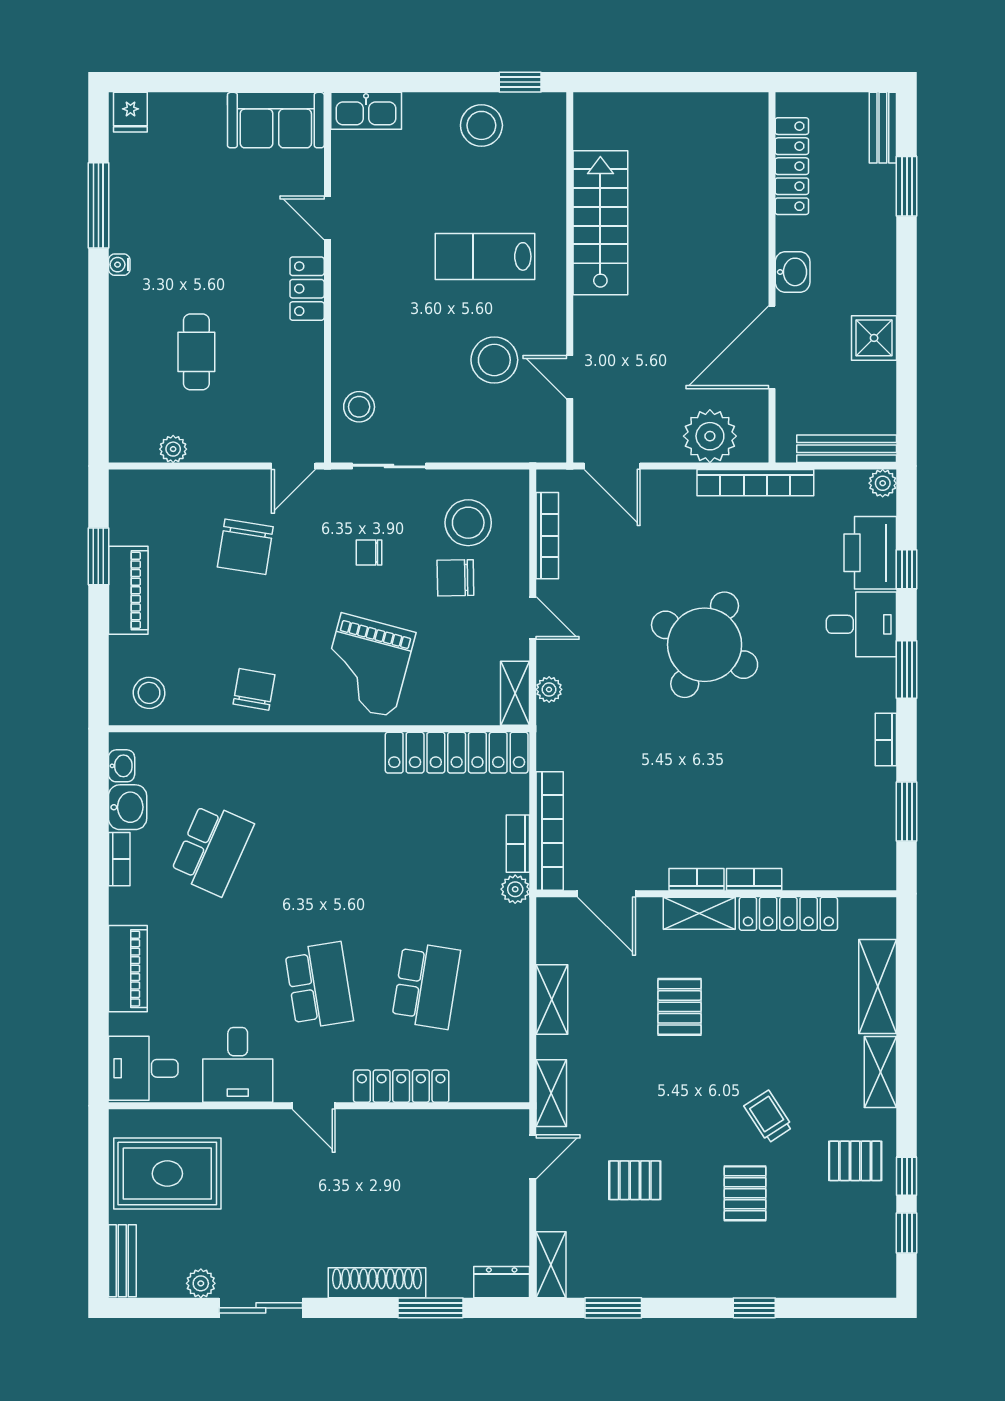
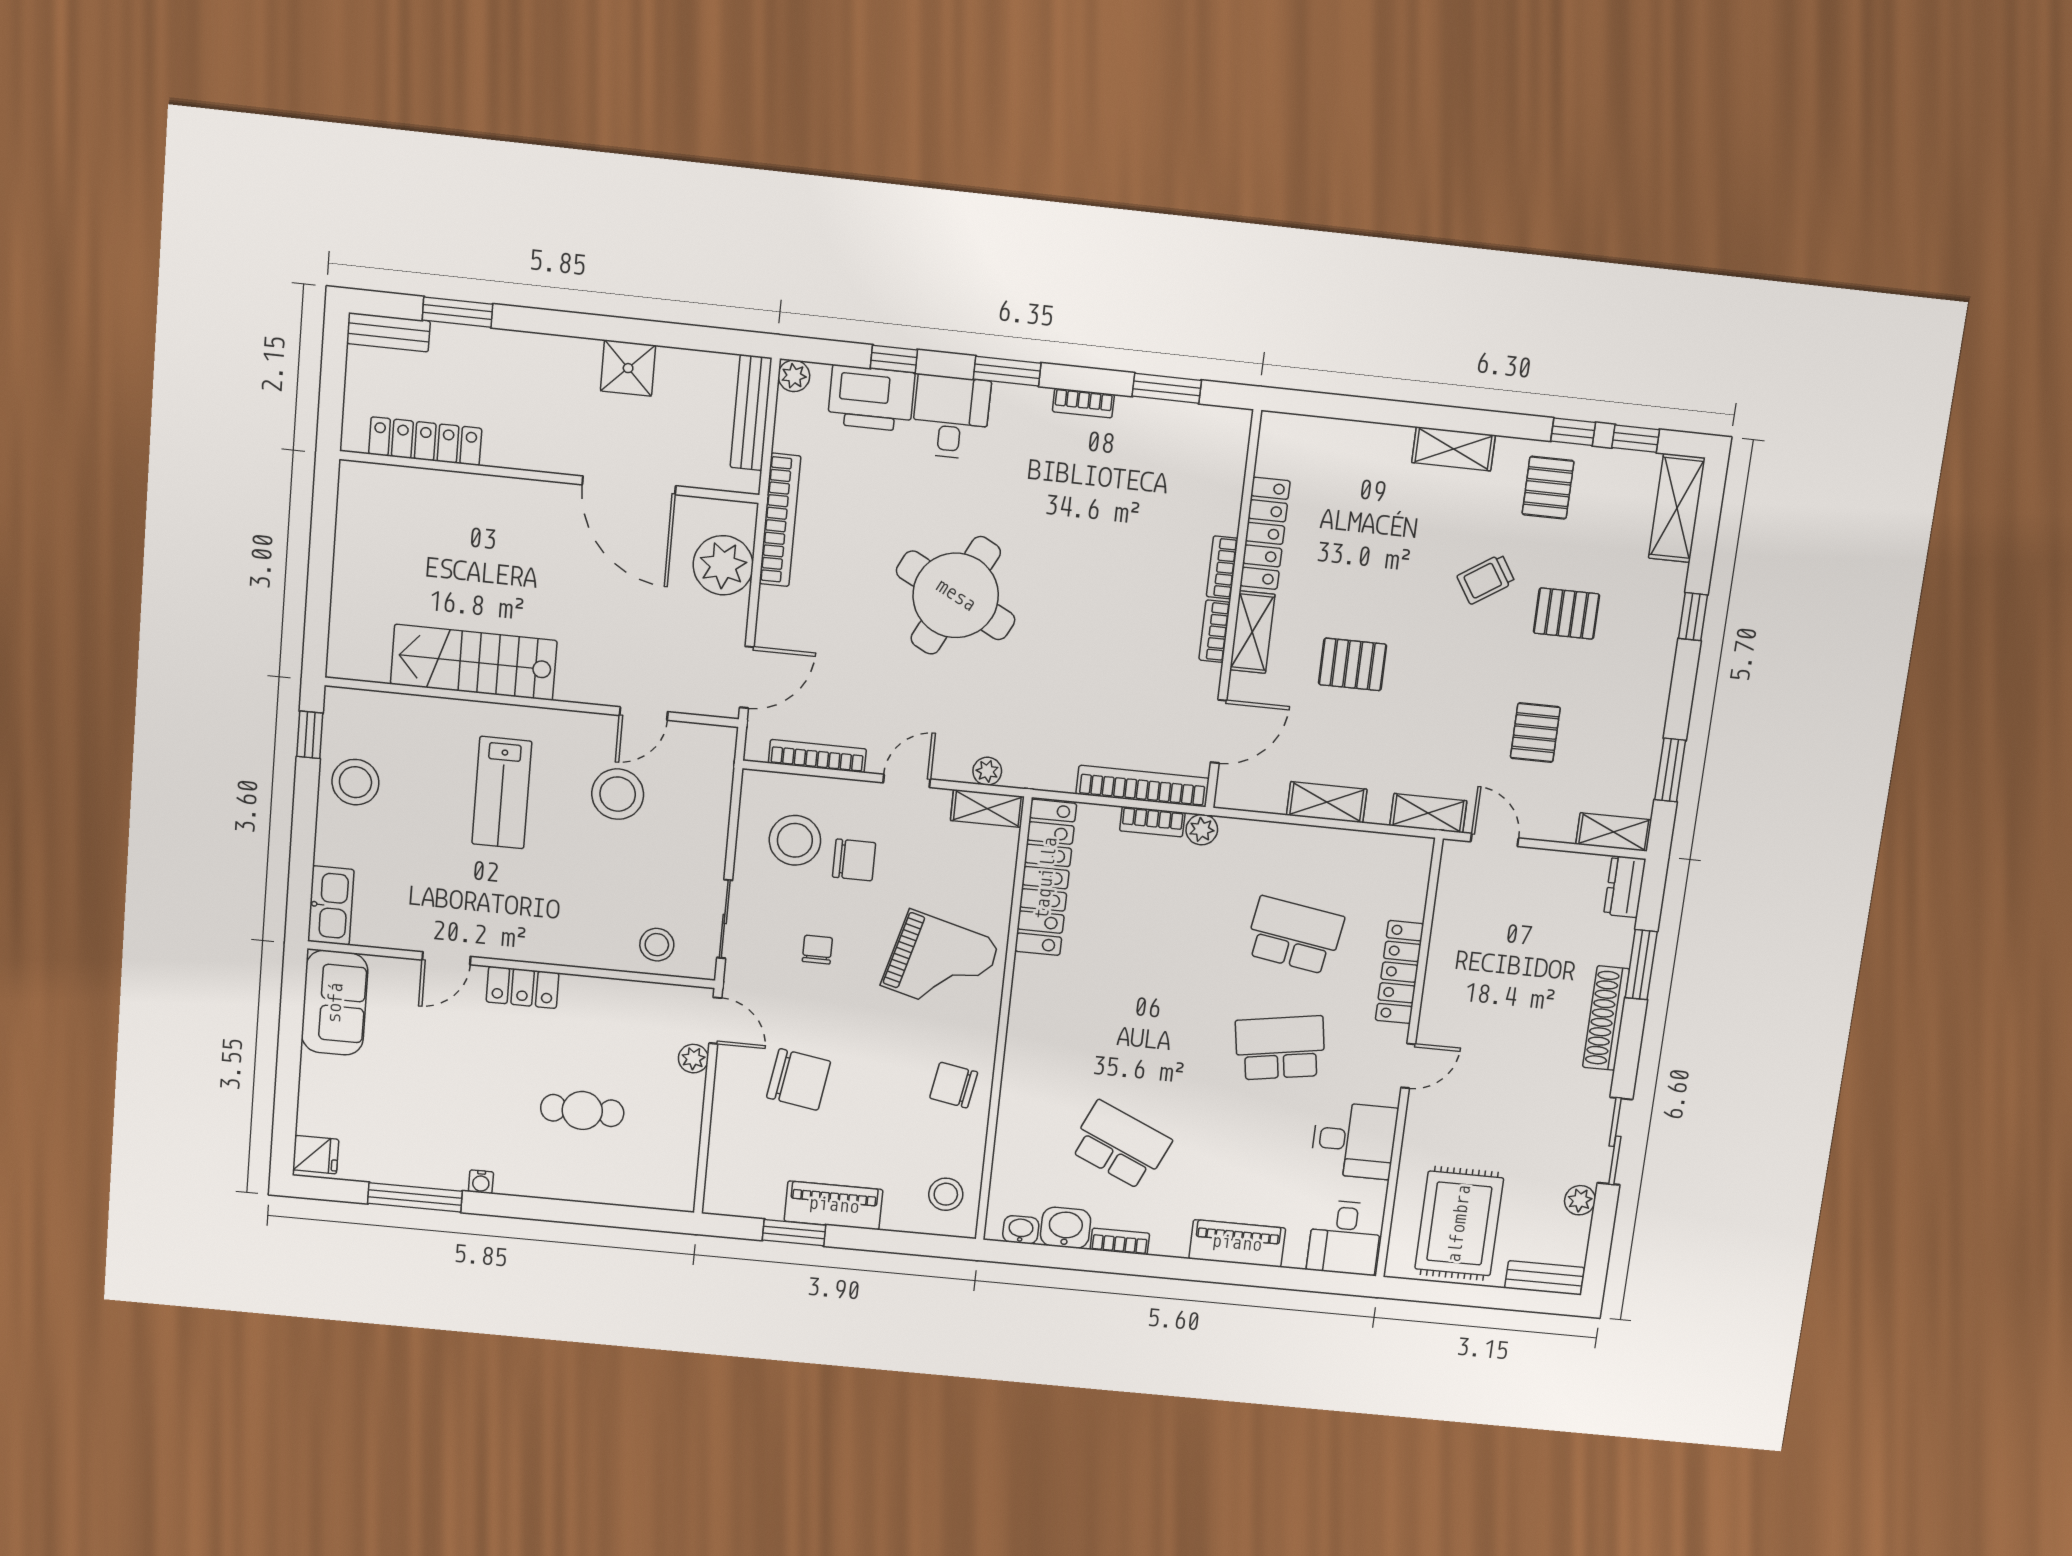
washbasin: (793, 272) -> (546, 453), removed
plant: (173, 449) -> (693, 1059), moved
chair: (369, 552) -> (817, 950), turned 180
chair: (455, 578) -> (854, 860), turned -89
shelving: (878, 987) -> (1677, 508), moved, turned 90

